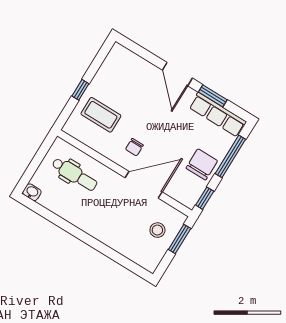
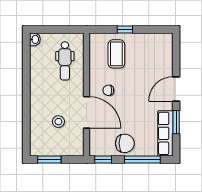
stool: (157, 230) -> (58, 122), moved
window: (180, 239) -> (49, 159), moved

